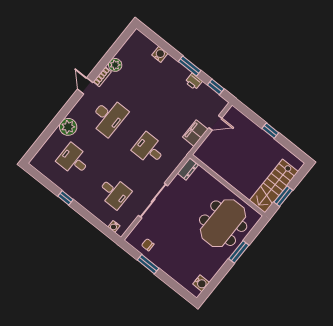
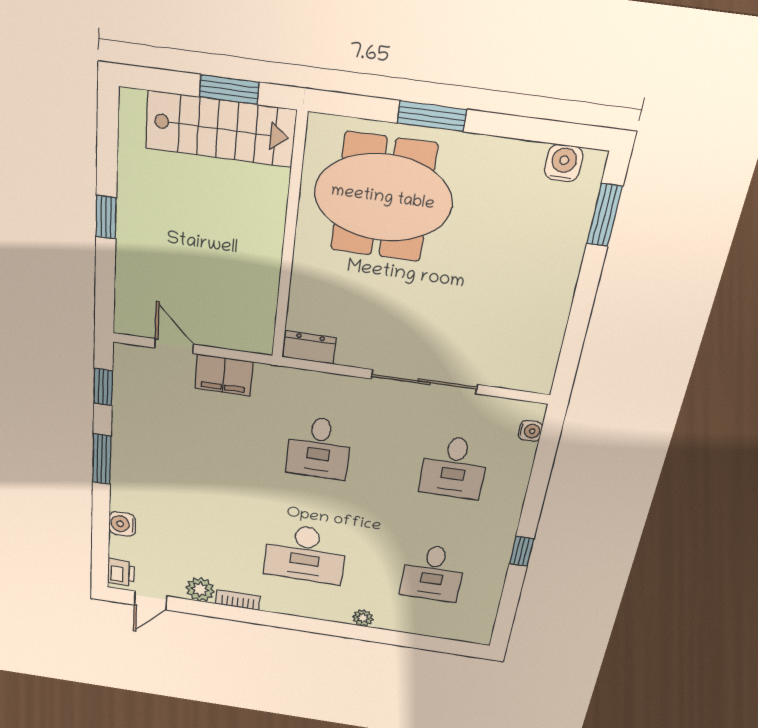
printer: (194, 82) -> (121, 572), moved
door: (85, 86) -> (151, 601), moved
desk: (108, 117) -> (305, 554), turned 180
plant: (68, 127) -> (363, 618), width x0.53, depth x0.53
desk: (114, 192) -> (454, 467), turned 180
chair: (148, 245) -> (533, 339), removed
window: (148, 264) -> (605, 215), moved

